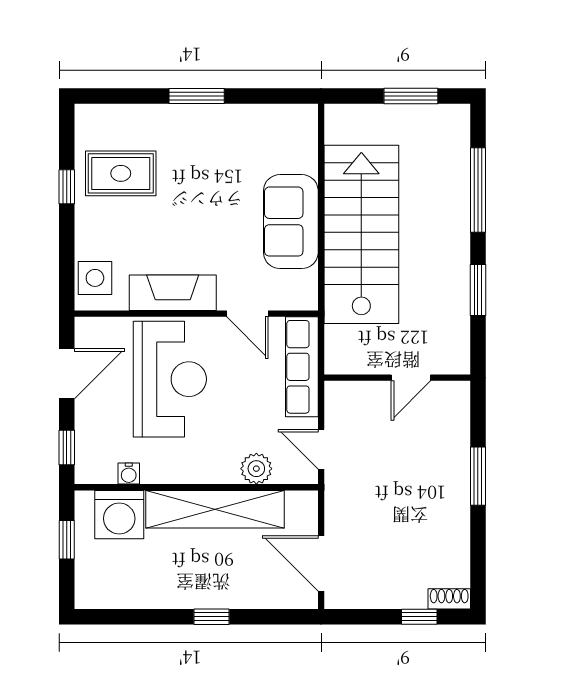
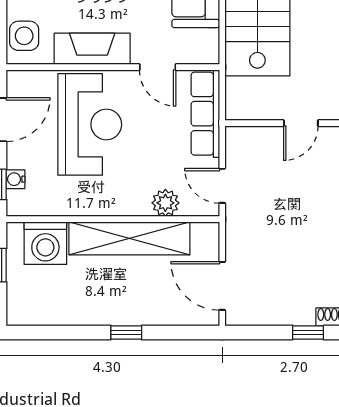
water cooler: (129, 474) -> (16, 179), moved, turned 90

